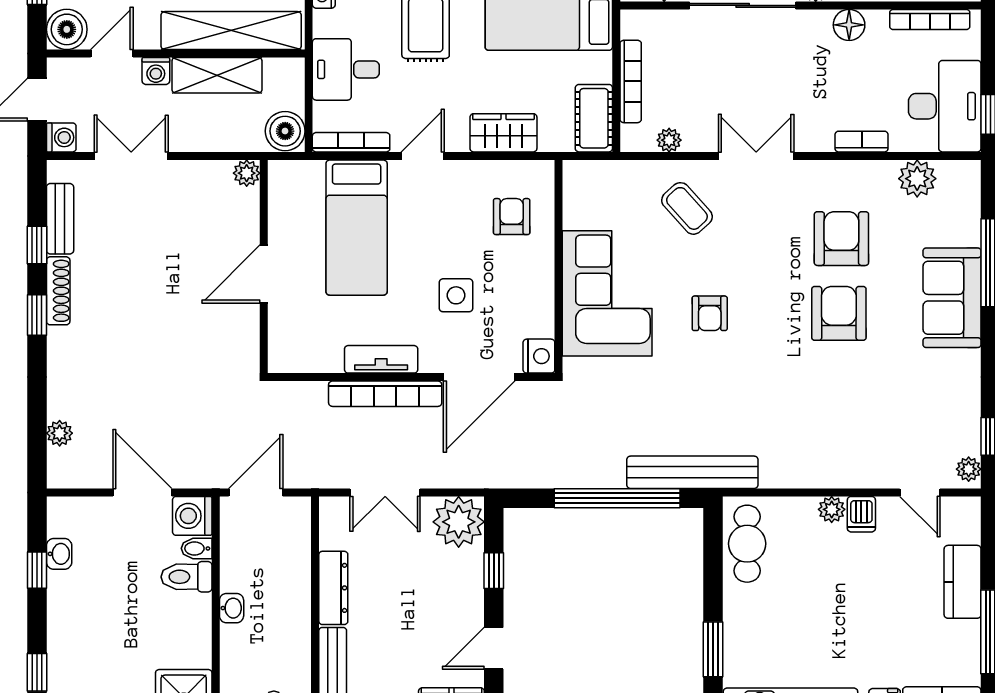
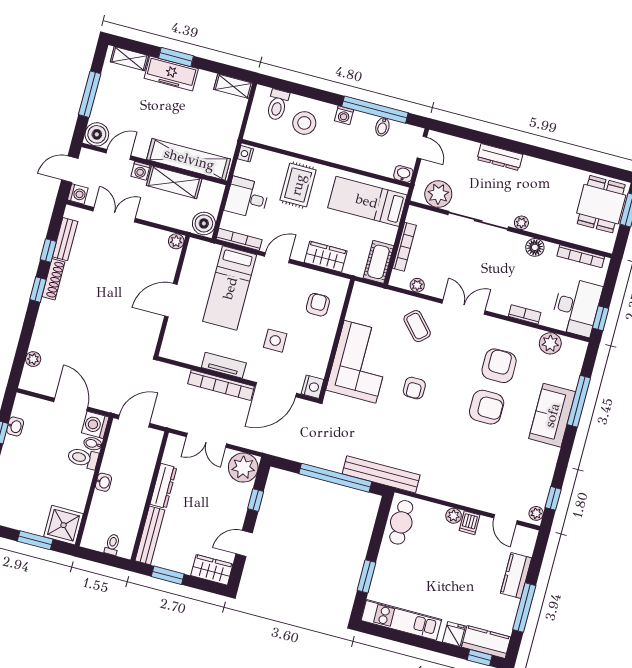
armchair: (839, 313) -> (487, 407), turned 90

